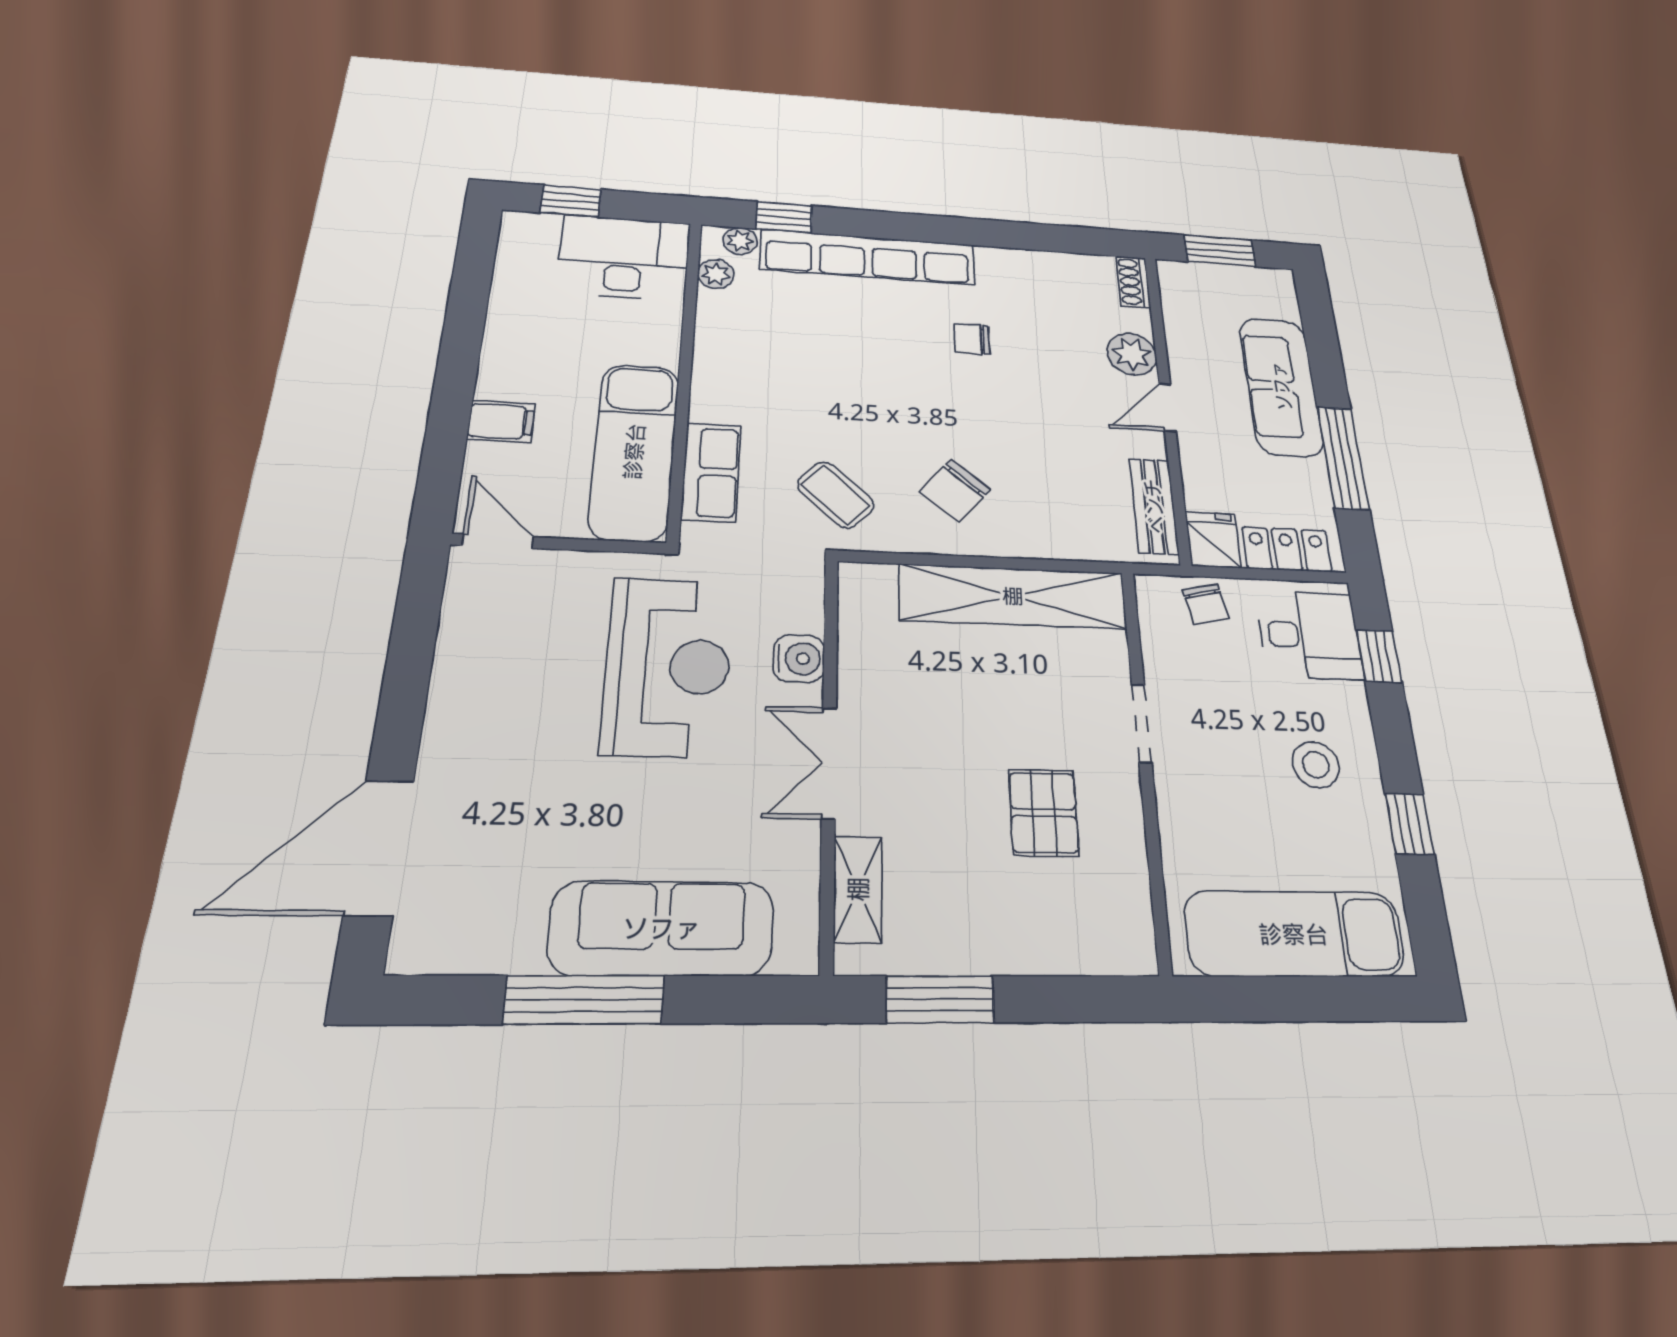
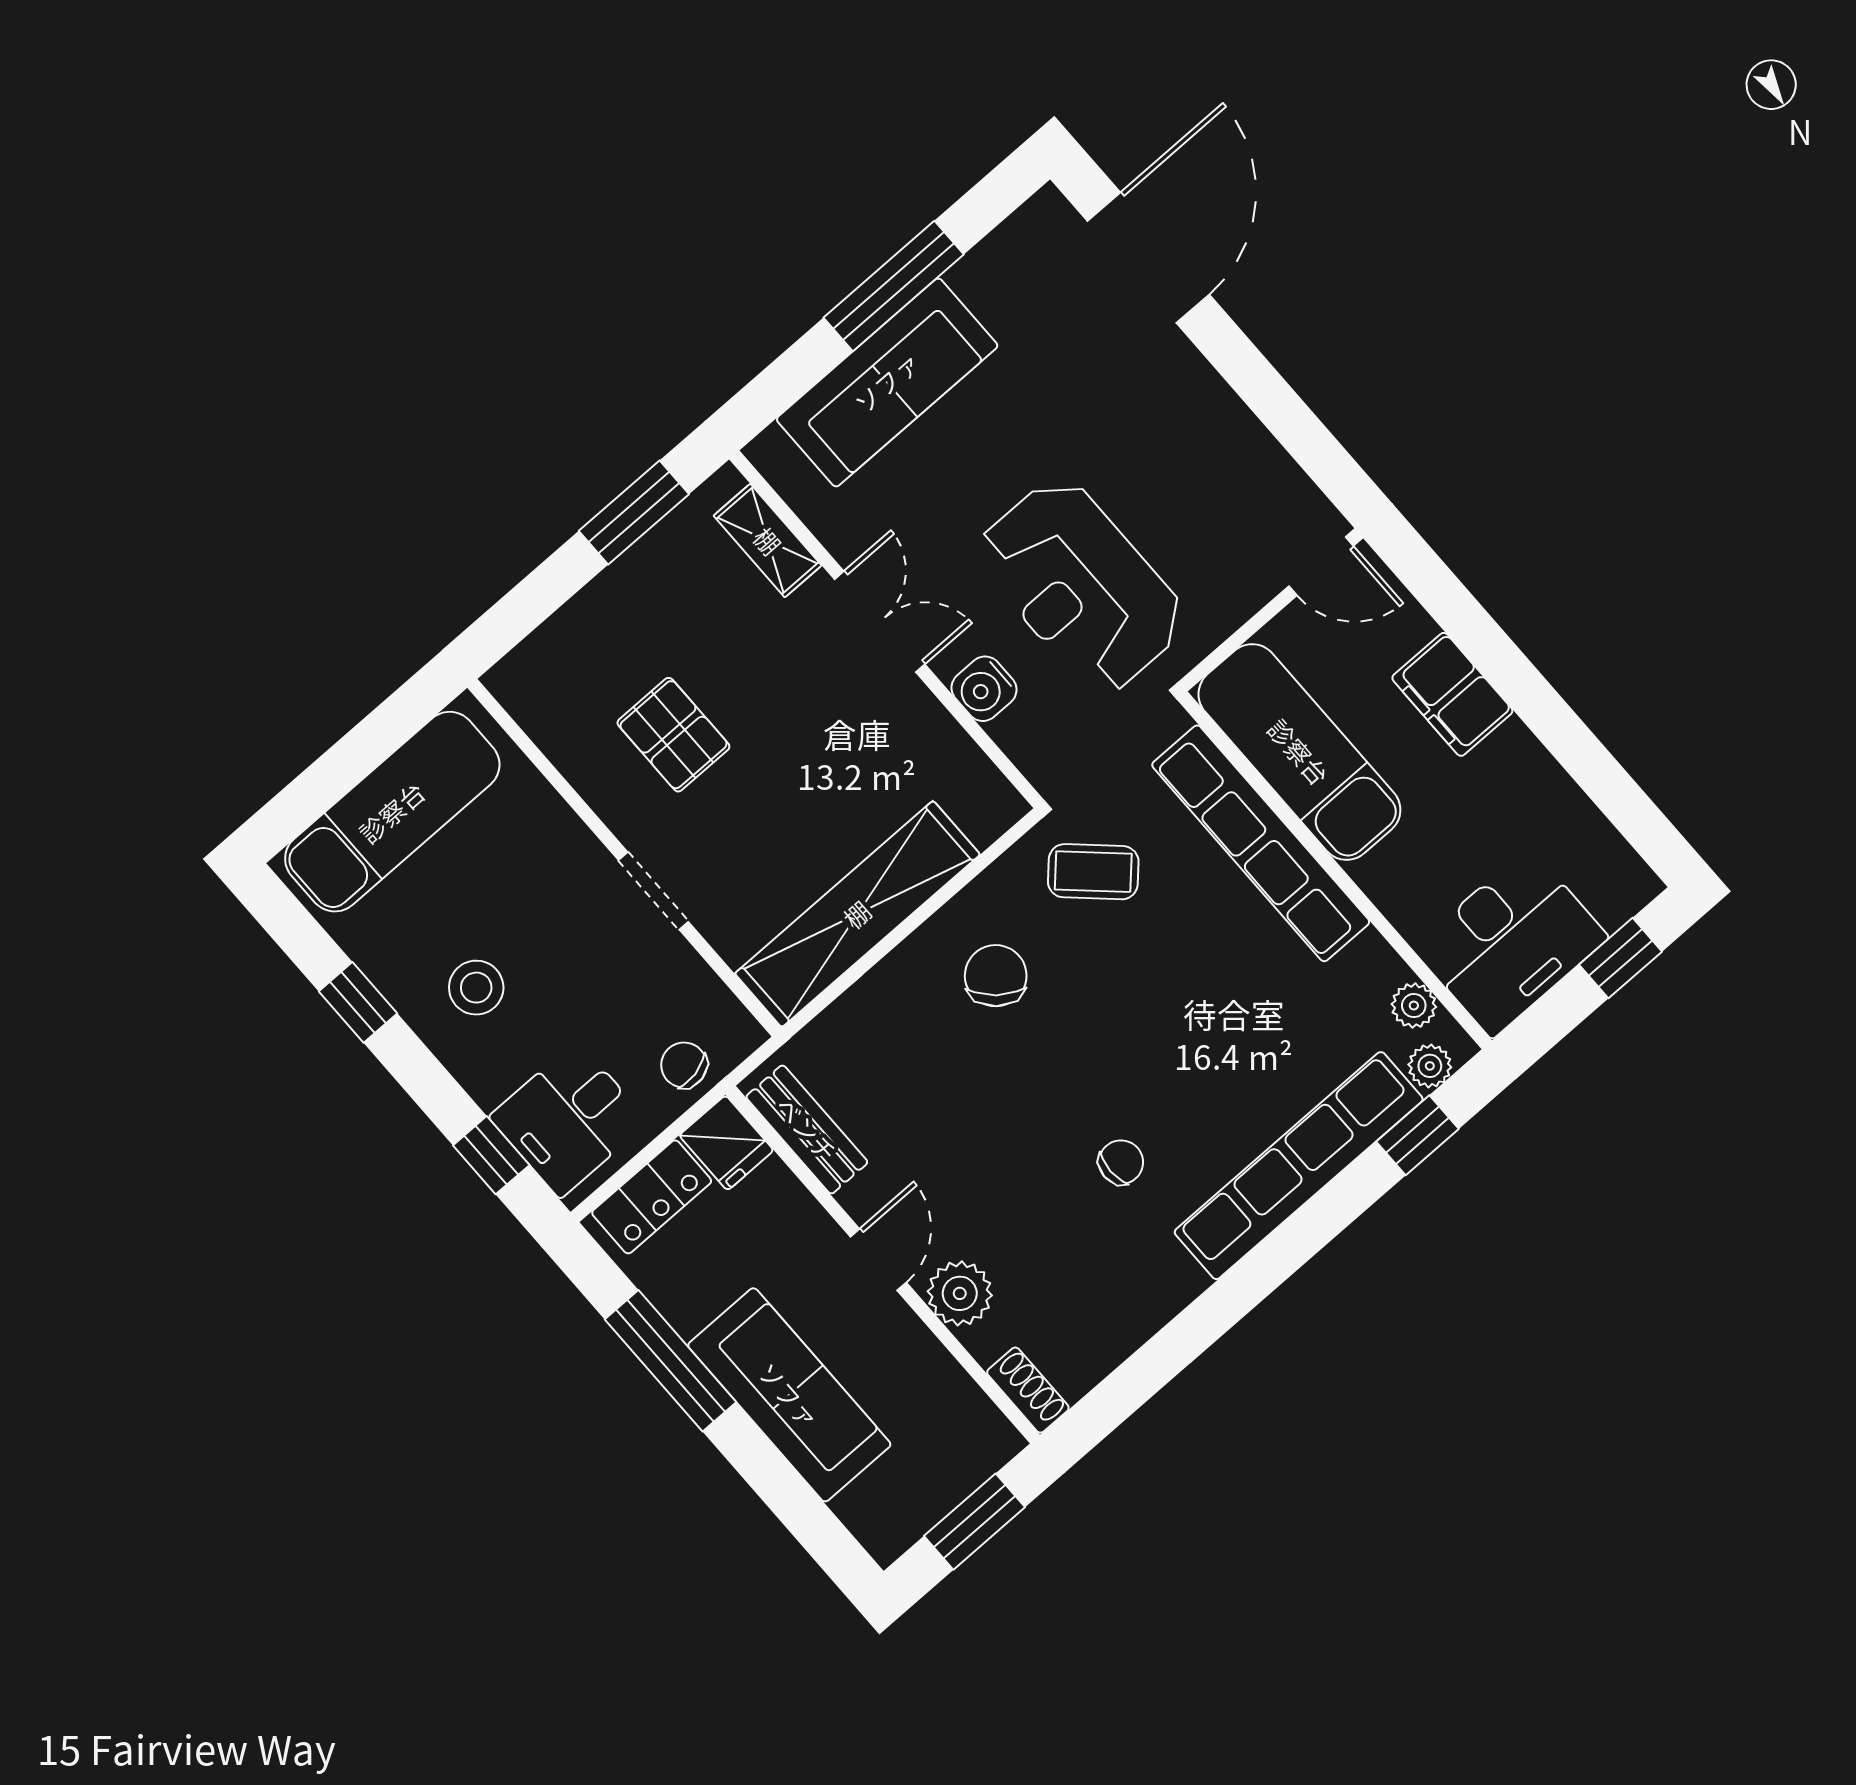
filing cabinet: (501, 421) -> (1452, 694), width x2.00
row of seats: (711, 472) -> (1261, 843), width x2.02

